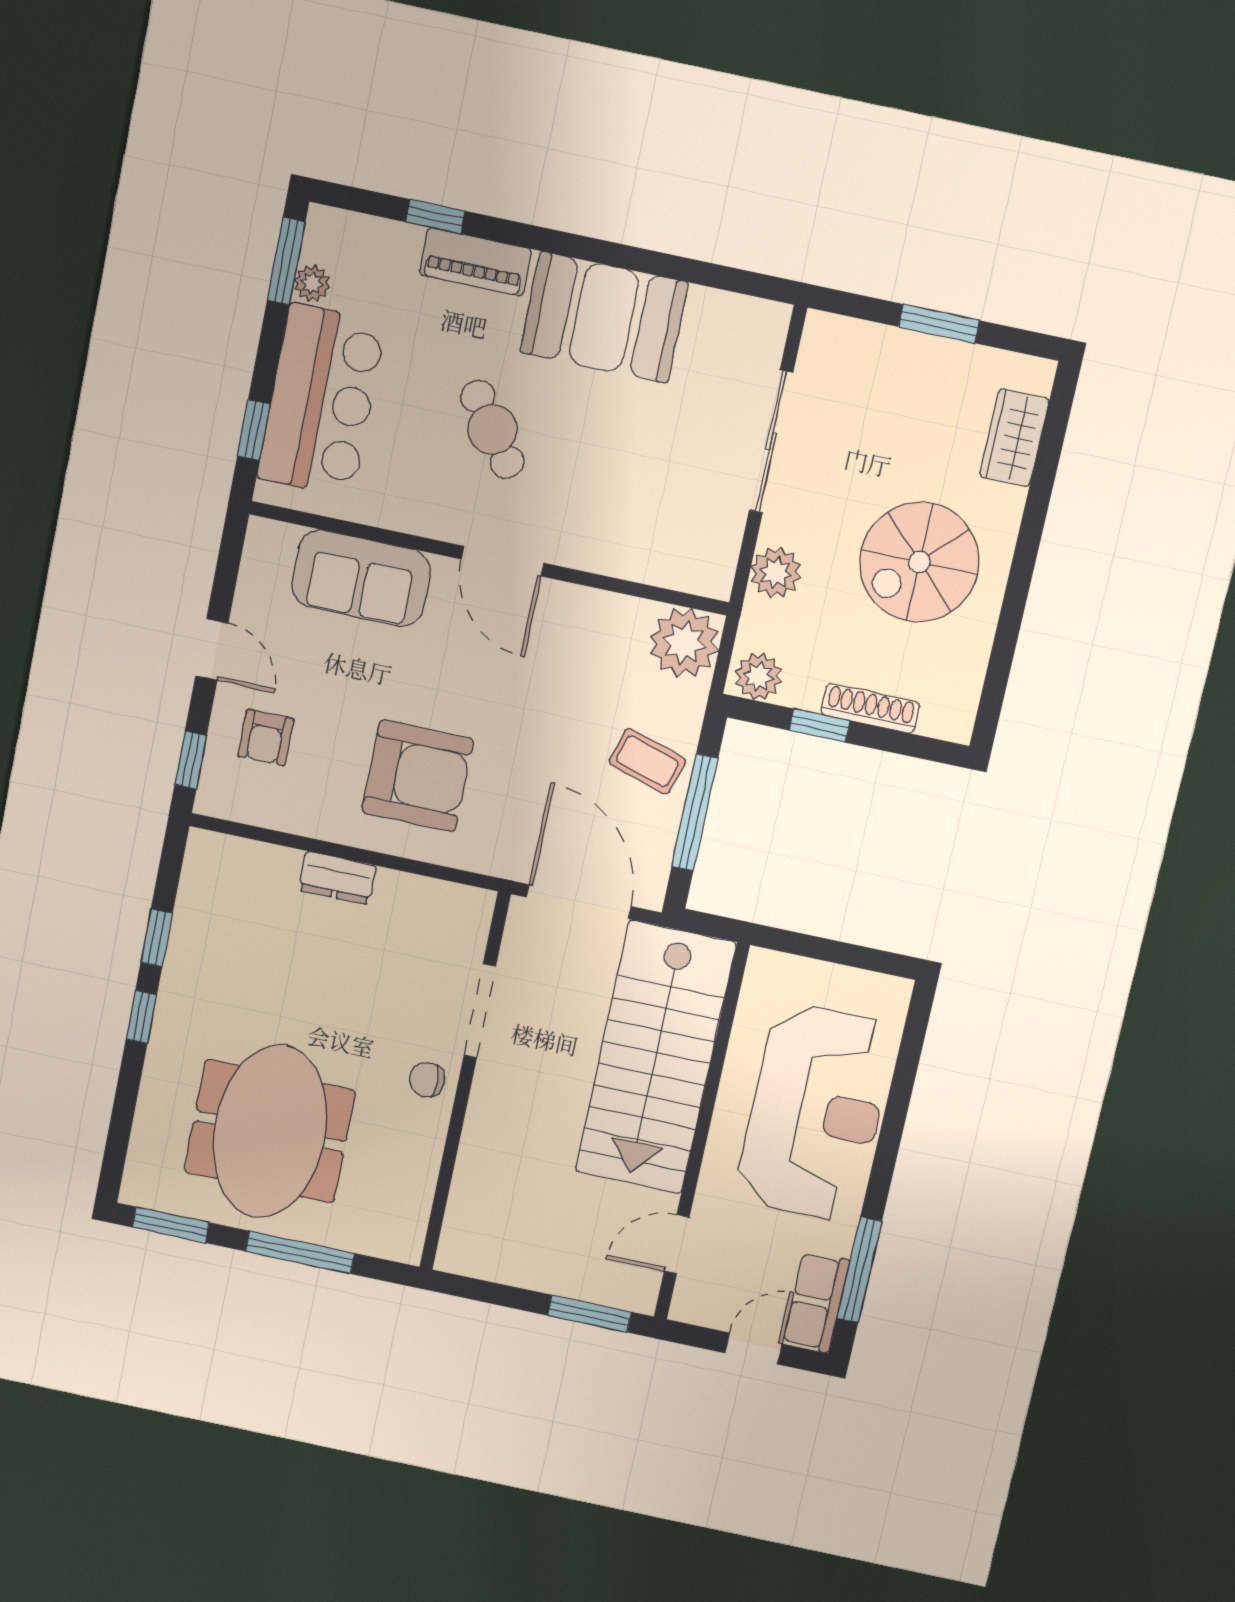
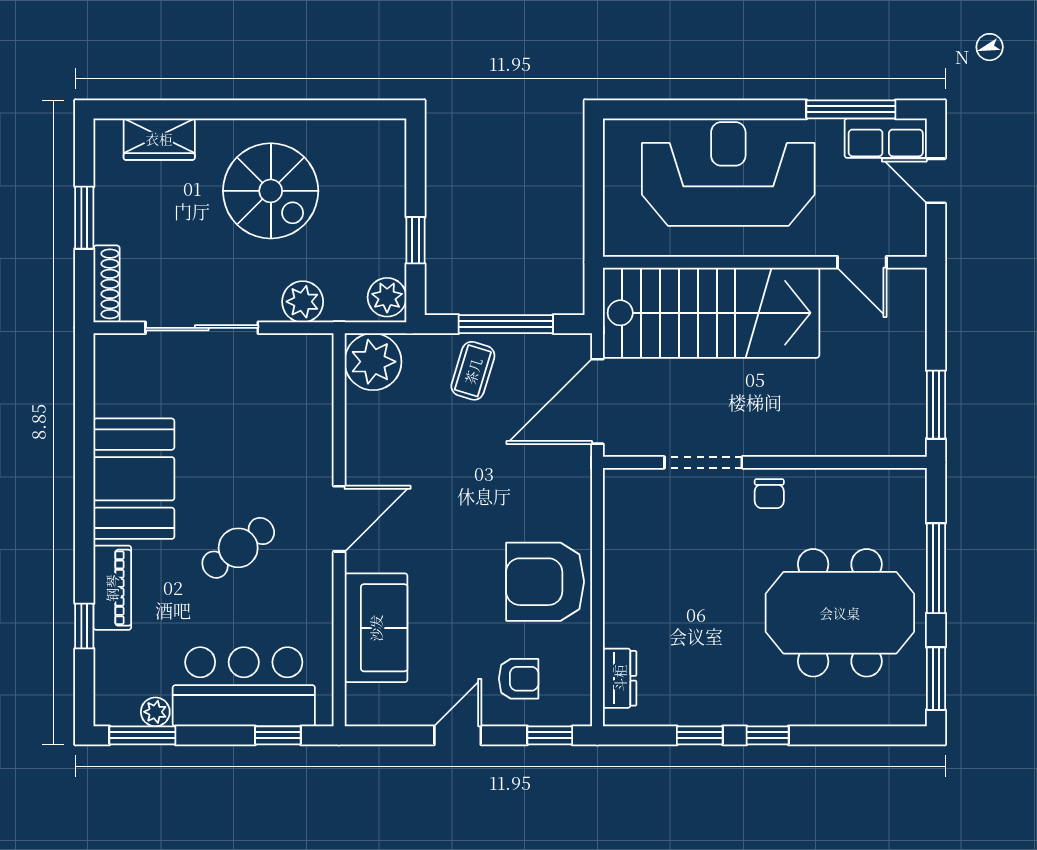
shoe rack: (870, 708) -> (106, 284), moved, turned 180
armchair: (417, 776) -> (545, 582), moved, turned -90
dresser: (337, 878) -> (620, 678), moved
window: (590, 1314) -> (936, 405), moved

